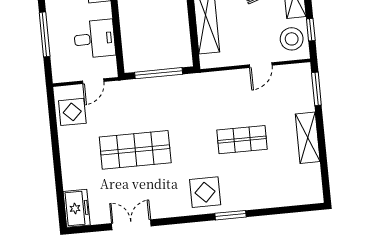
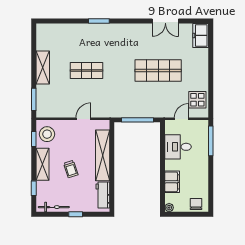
window: (45, 34) -> (211, 141), moved
door: (261, 65) -> (84, 119), moved
display table: (205, 192) -> (114, 38), removed

